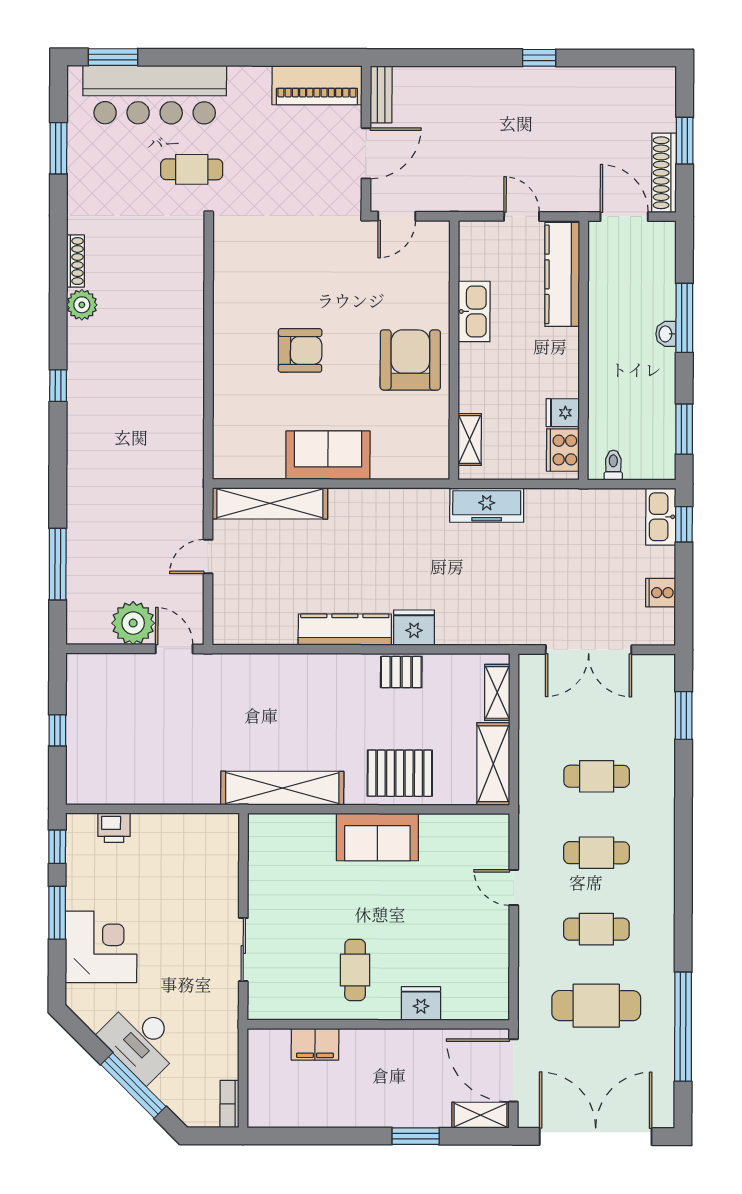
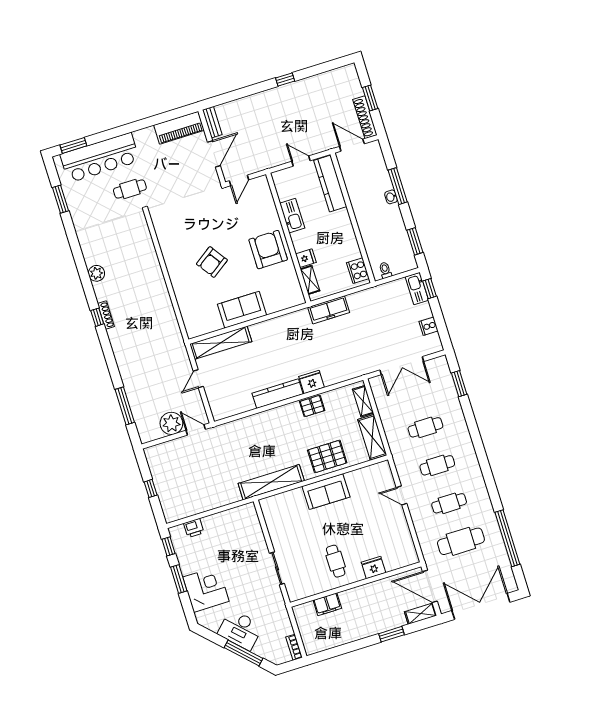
shoe rack: (75, 261) -> (106, 315), moved
armchair: (300, 350) -> (212, 262), turned 145
fridge: (563, 413) -> (306, 258), moved, turned 180

